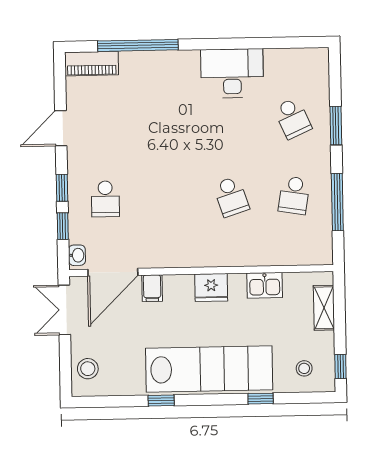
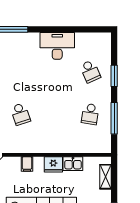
school desk: (231, 197) -> (20, 114), moved
filing cabinet: (152, 288) -> (27, 164), moved
fridge: (211, 288) -> (53, 164), moved

